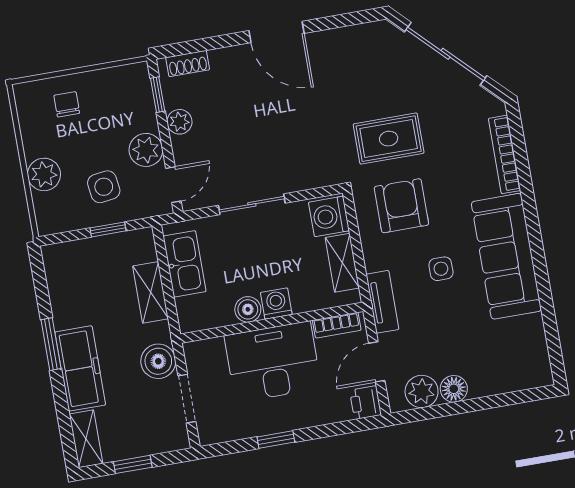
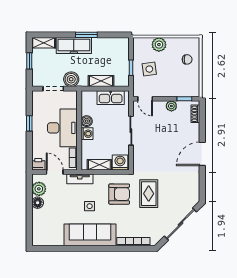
plant: (146, 150) -> (162, 90), removed

